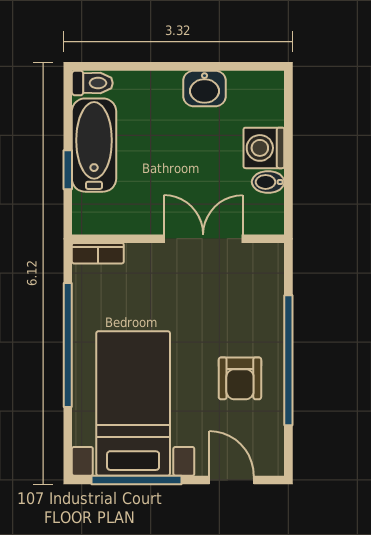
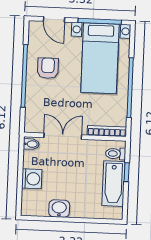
toilet: (92, 83) -> (116, 154), moved
bidet: (268, 182) -> (31, 144), moved
double door: (203, 239) -> (63, 136), swing flipped
bookcase: (98, 253) -> (107, 131), width x1.56

